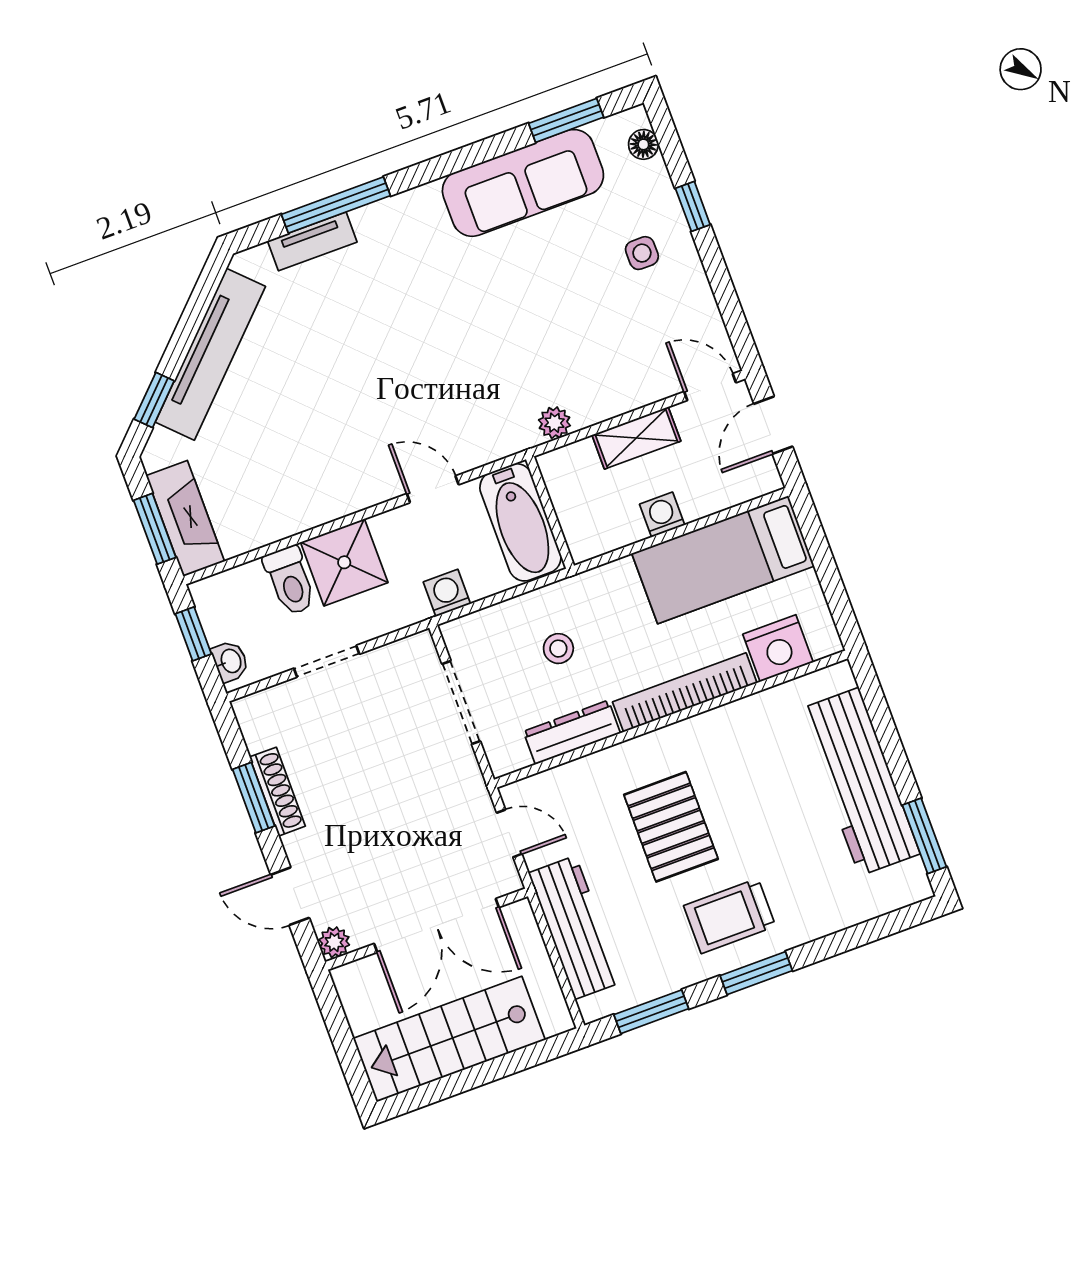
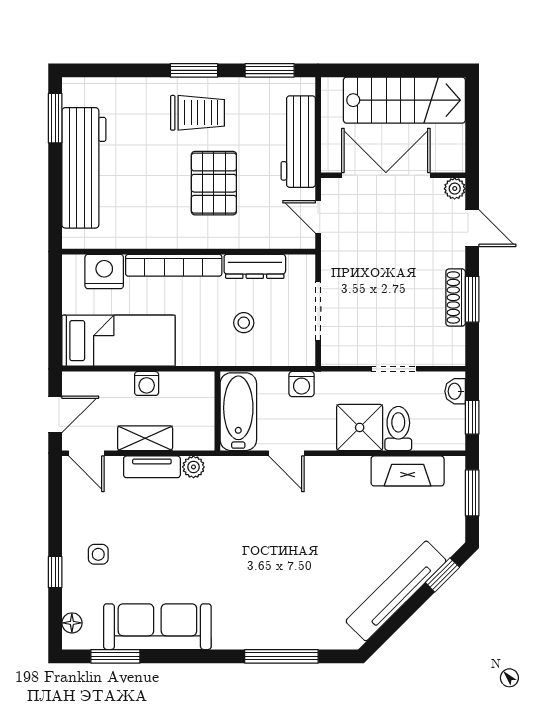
tv unit: (312, 241) -> (152, 467), moved, turned 180
fireplace: (185, 518) -> (408, 471), moved, turned -90

